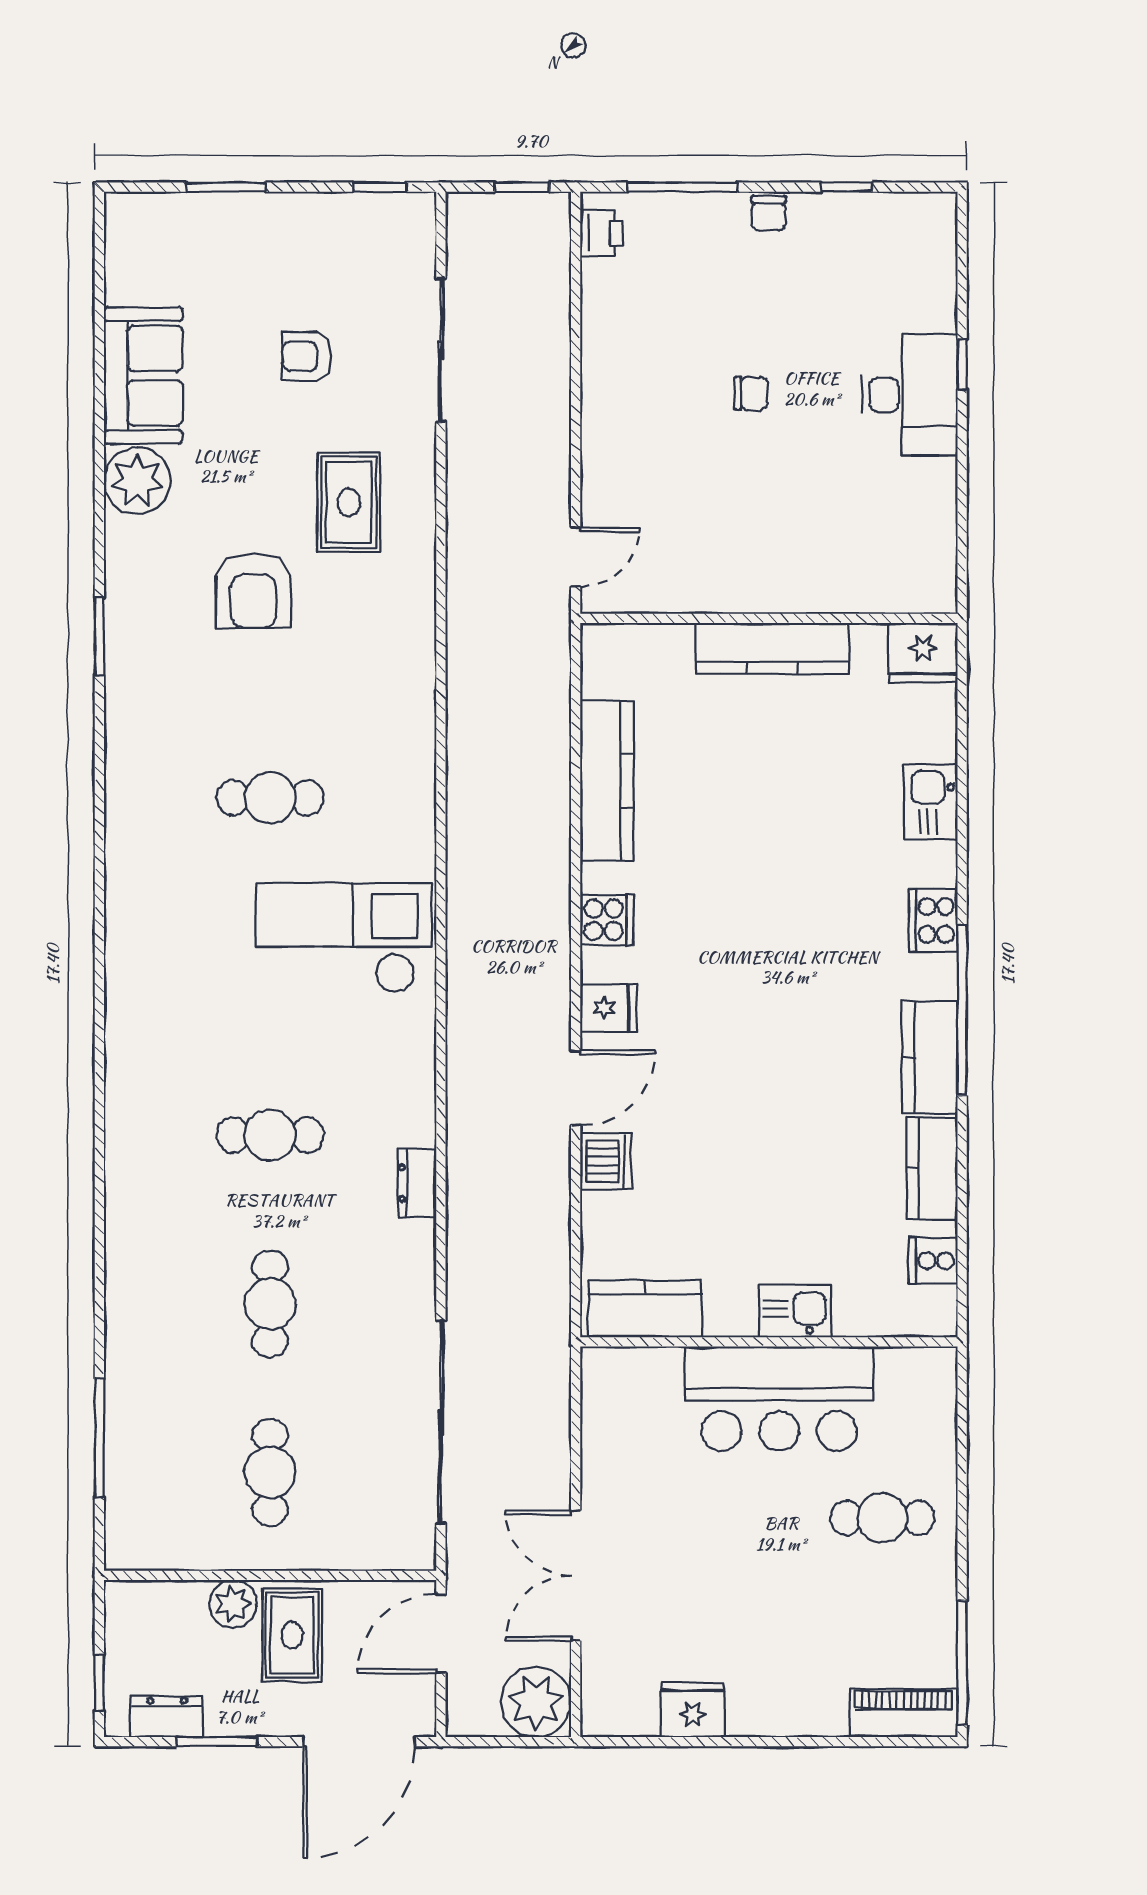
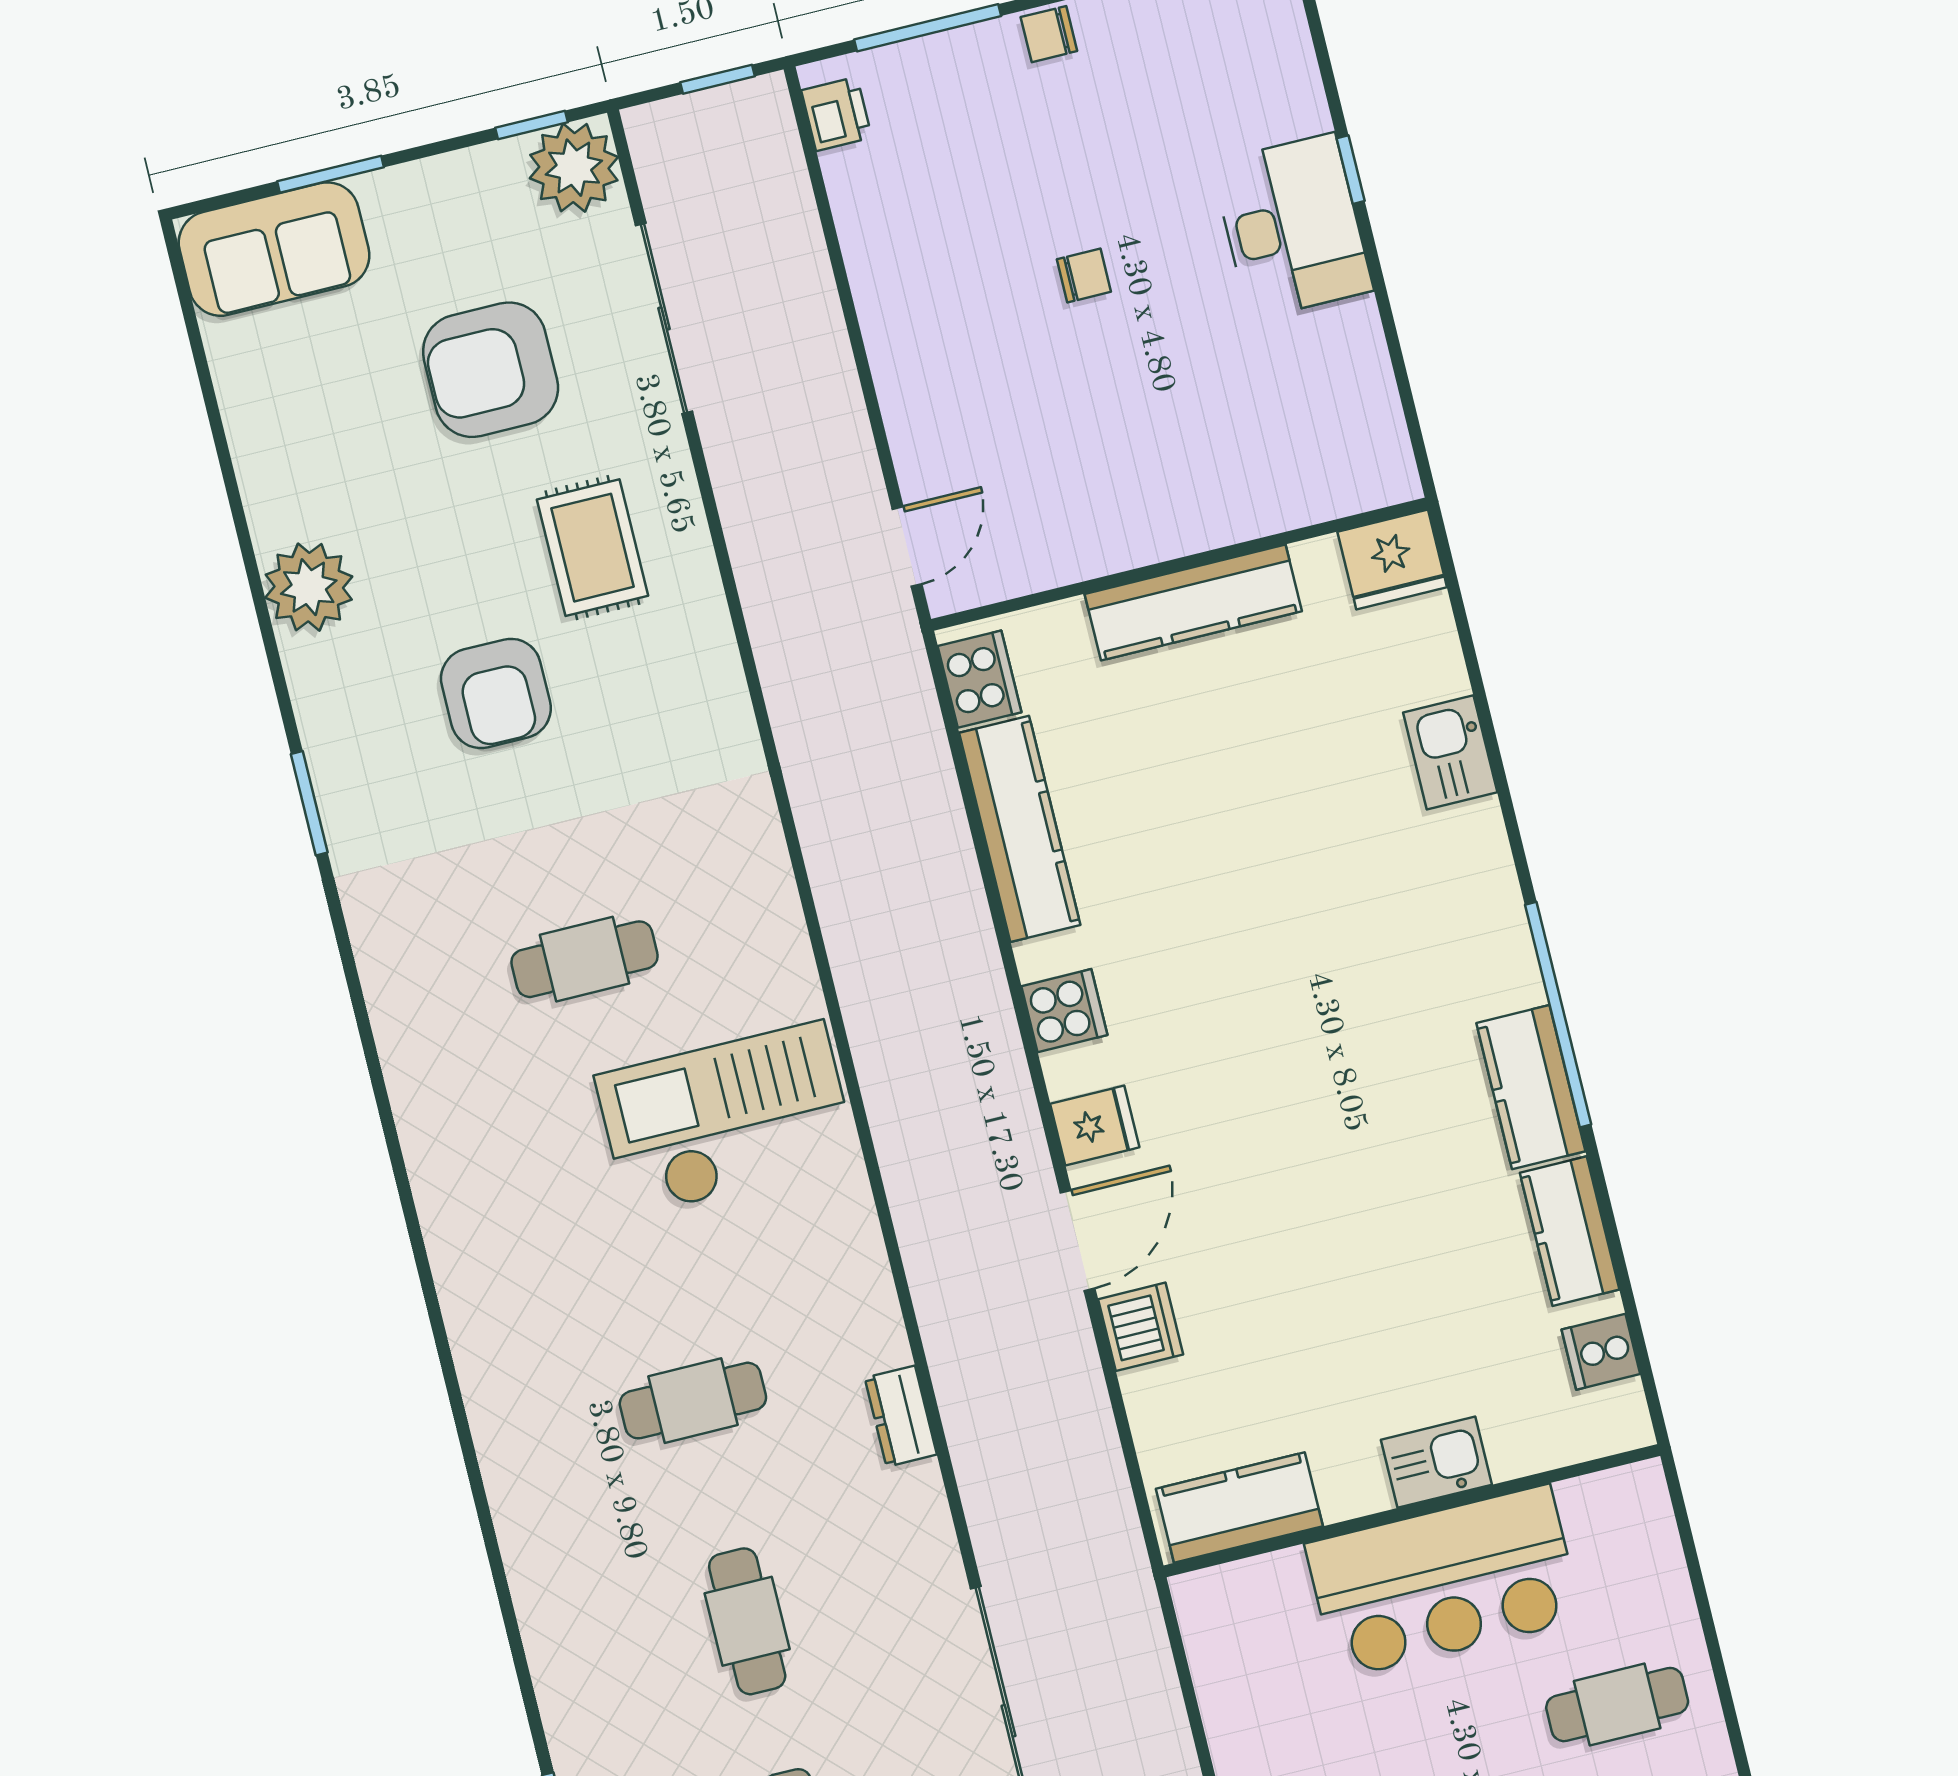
chair: (769, 213) -> (1049, 34), turned 90
plant: (403, 225) -> (574, 168), added
armchair: (307, 356) -> (491, 370), width x1.88, depth x1.88
sofa: (143, 376) -> (274, 249), moved, turned 90
cooker: (933, 920) -> (980, 679), moved, turned 180

